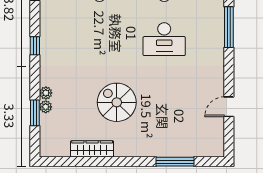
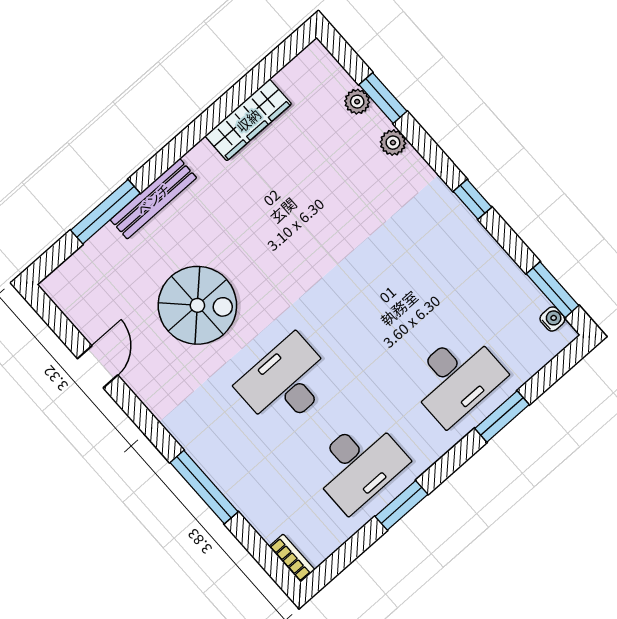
spiral stairs: (117, 102) -> (197, 305), moved
plant: (46, 107) -> (357, 102), moved
bench: (153, 151) -> (153, 199), added

